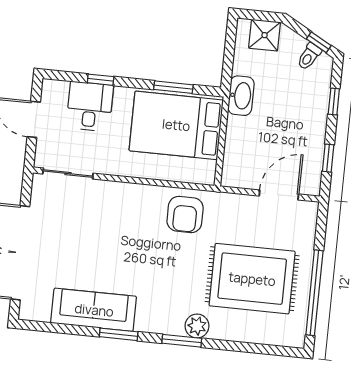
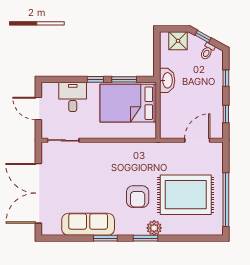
window: (319, 42) -> (203, 37), moved
window: (101, 80) -> (95, 79), moved
armchair: (185, 214) -> (138, 197), moved

